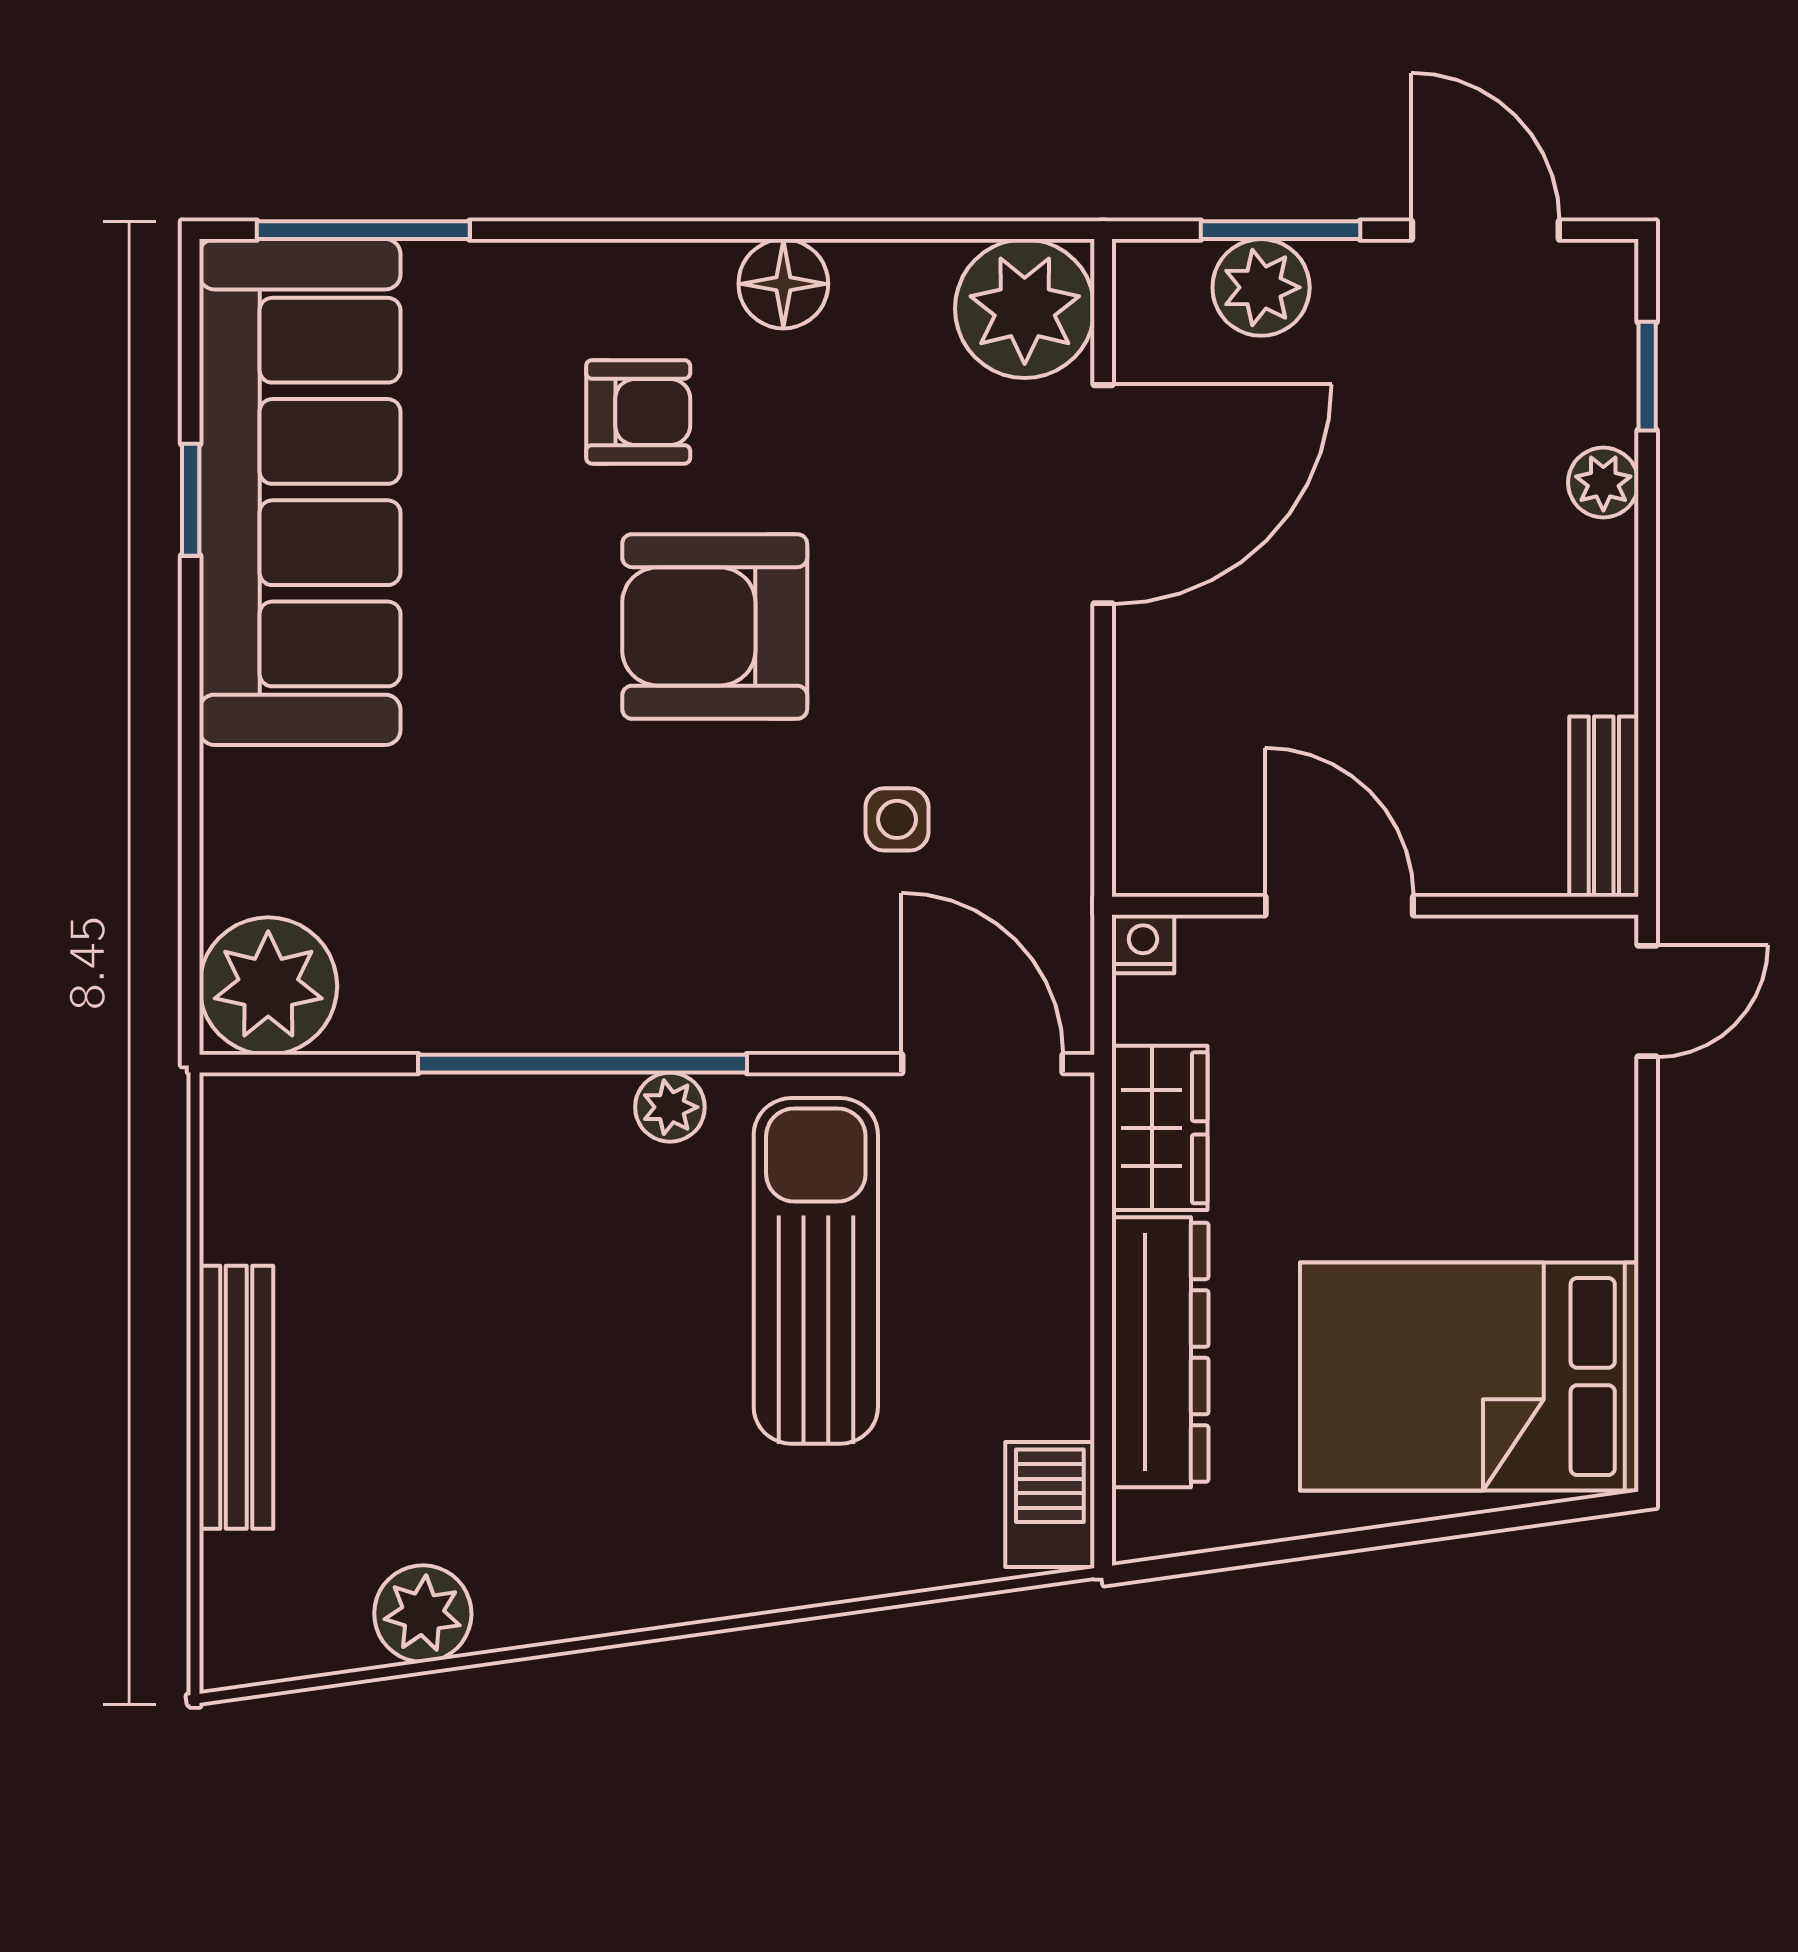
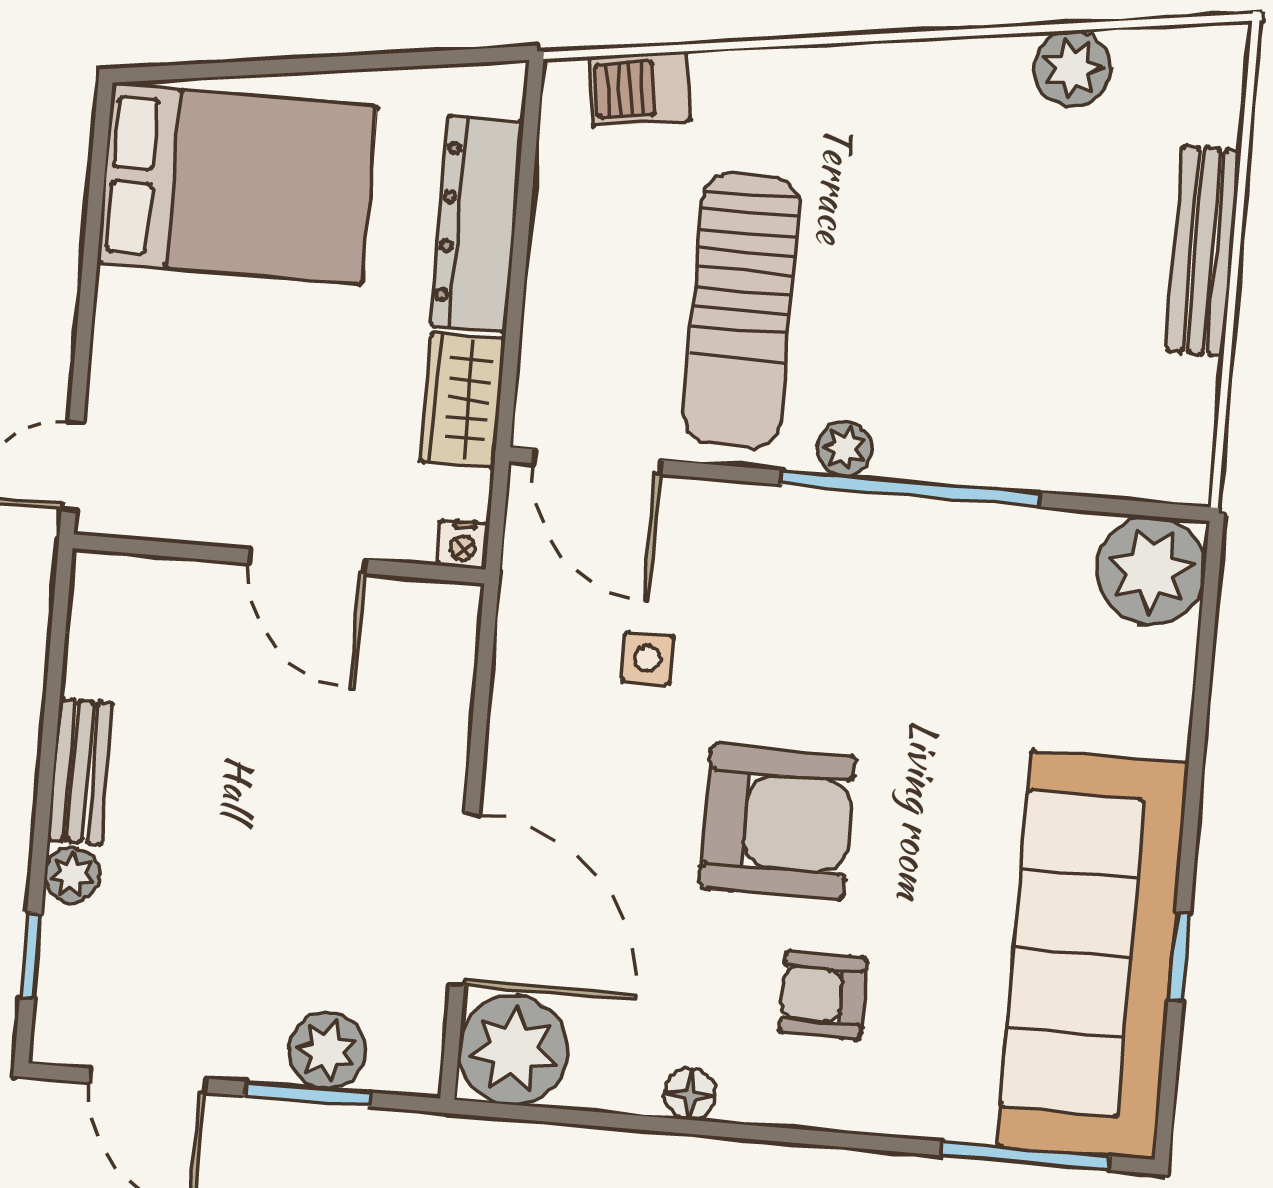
floor lamp: (783, 284) -> (690, 1094), width x0.73, depth x0.73
door: (1103, 494) -> (464, 899), swing flipped
bench: (1604, 807) -> (80, 771), moved
barbecue: (1050, 1505) -> (640, 89), moved, turned 82

